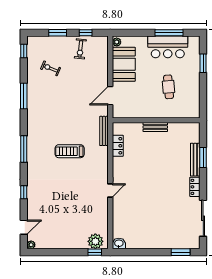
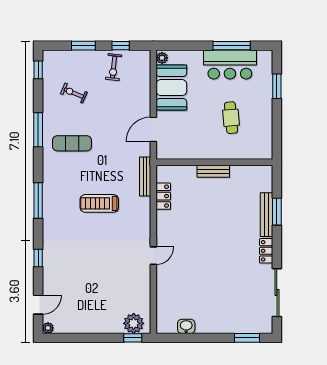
exercise mat: (49, 106) -> (72, 143), added
washbasin: (119, 244) -> (186, 326), moved

